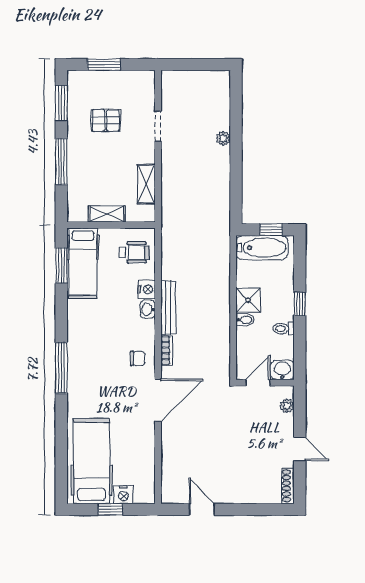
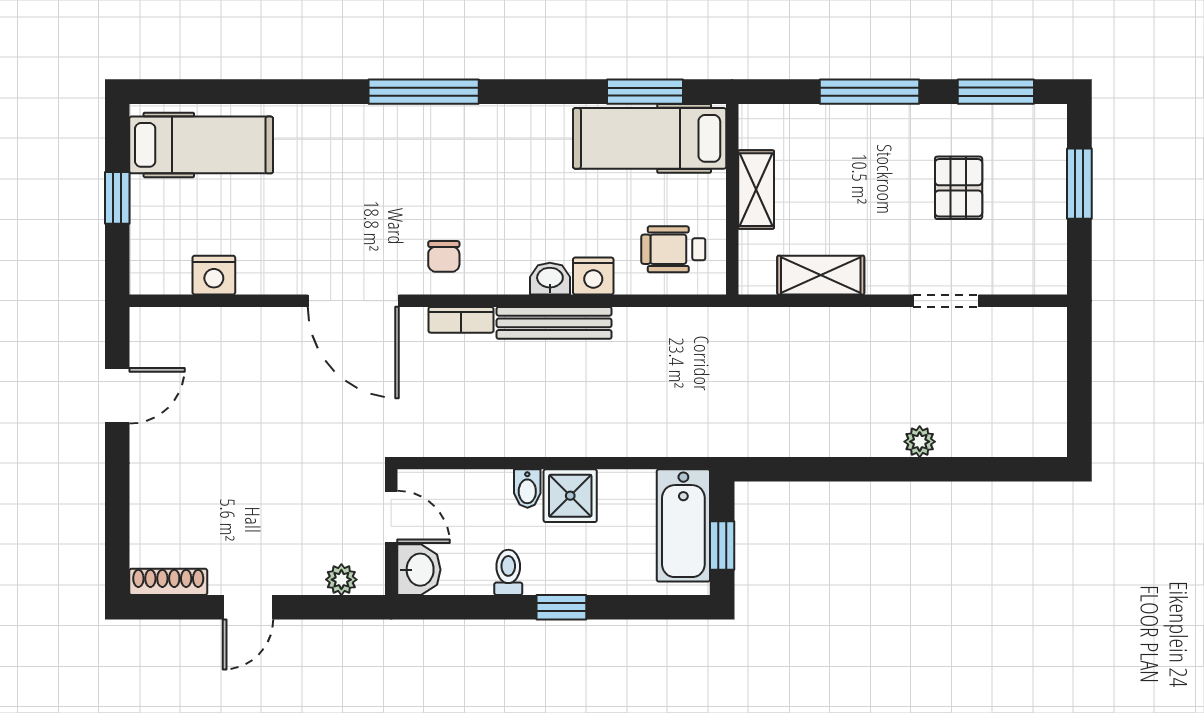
wheelchair: (134, 252) -> (673, 249), turned 90
hospital bed: (92, 461) -> (201, 145), width x0.73, depth x0.78
nightstand: (123, 495) -> (214, 275), moved, turned -90

